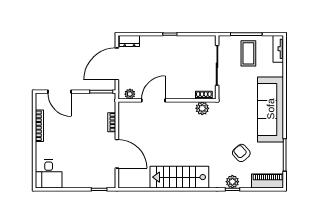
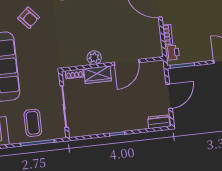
door: (117, 64) -> (169, 96), width x0.73
wardrobe: (182, 92) -> (98, 75), added
plant: (130, 94) -> (152, 66), removed
printer: (109, 105) -> (172, 53), added
plant: (202, 108) -> (94, 58), moved

